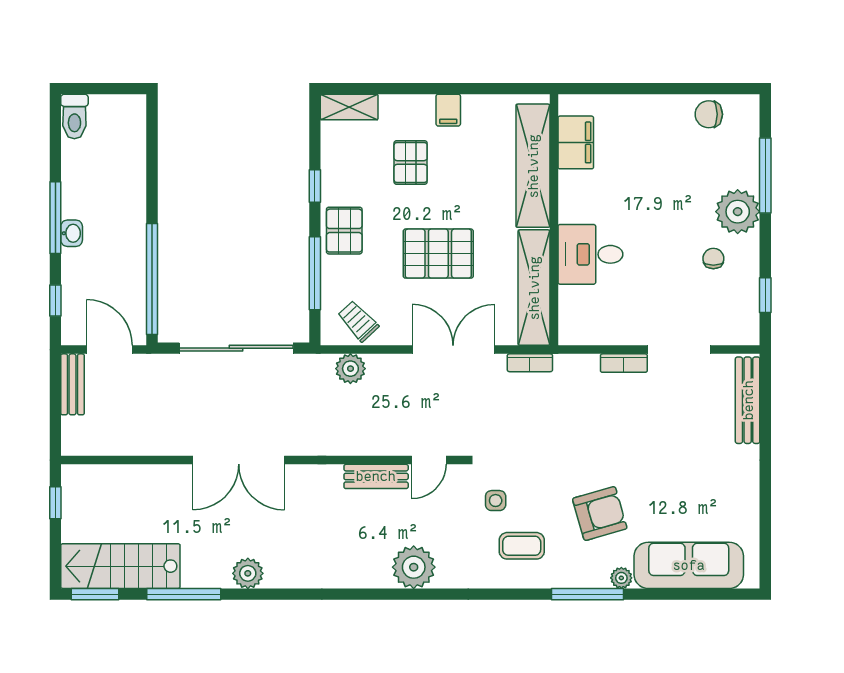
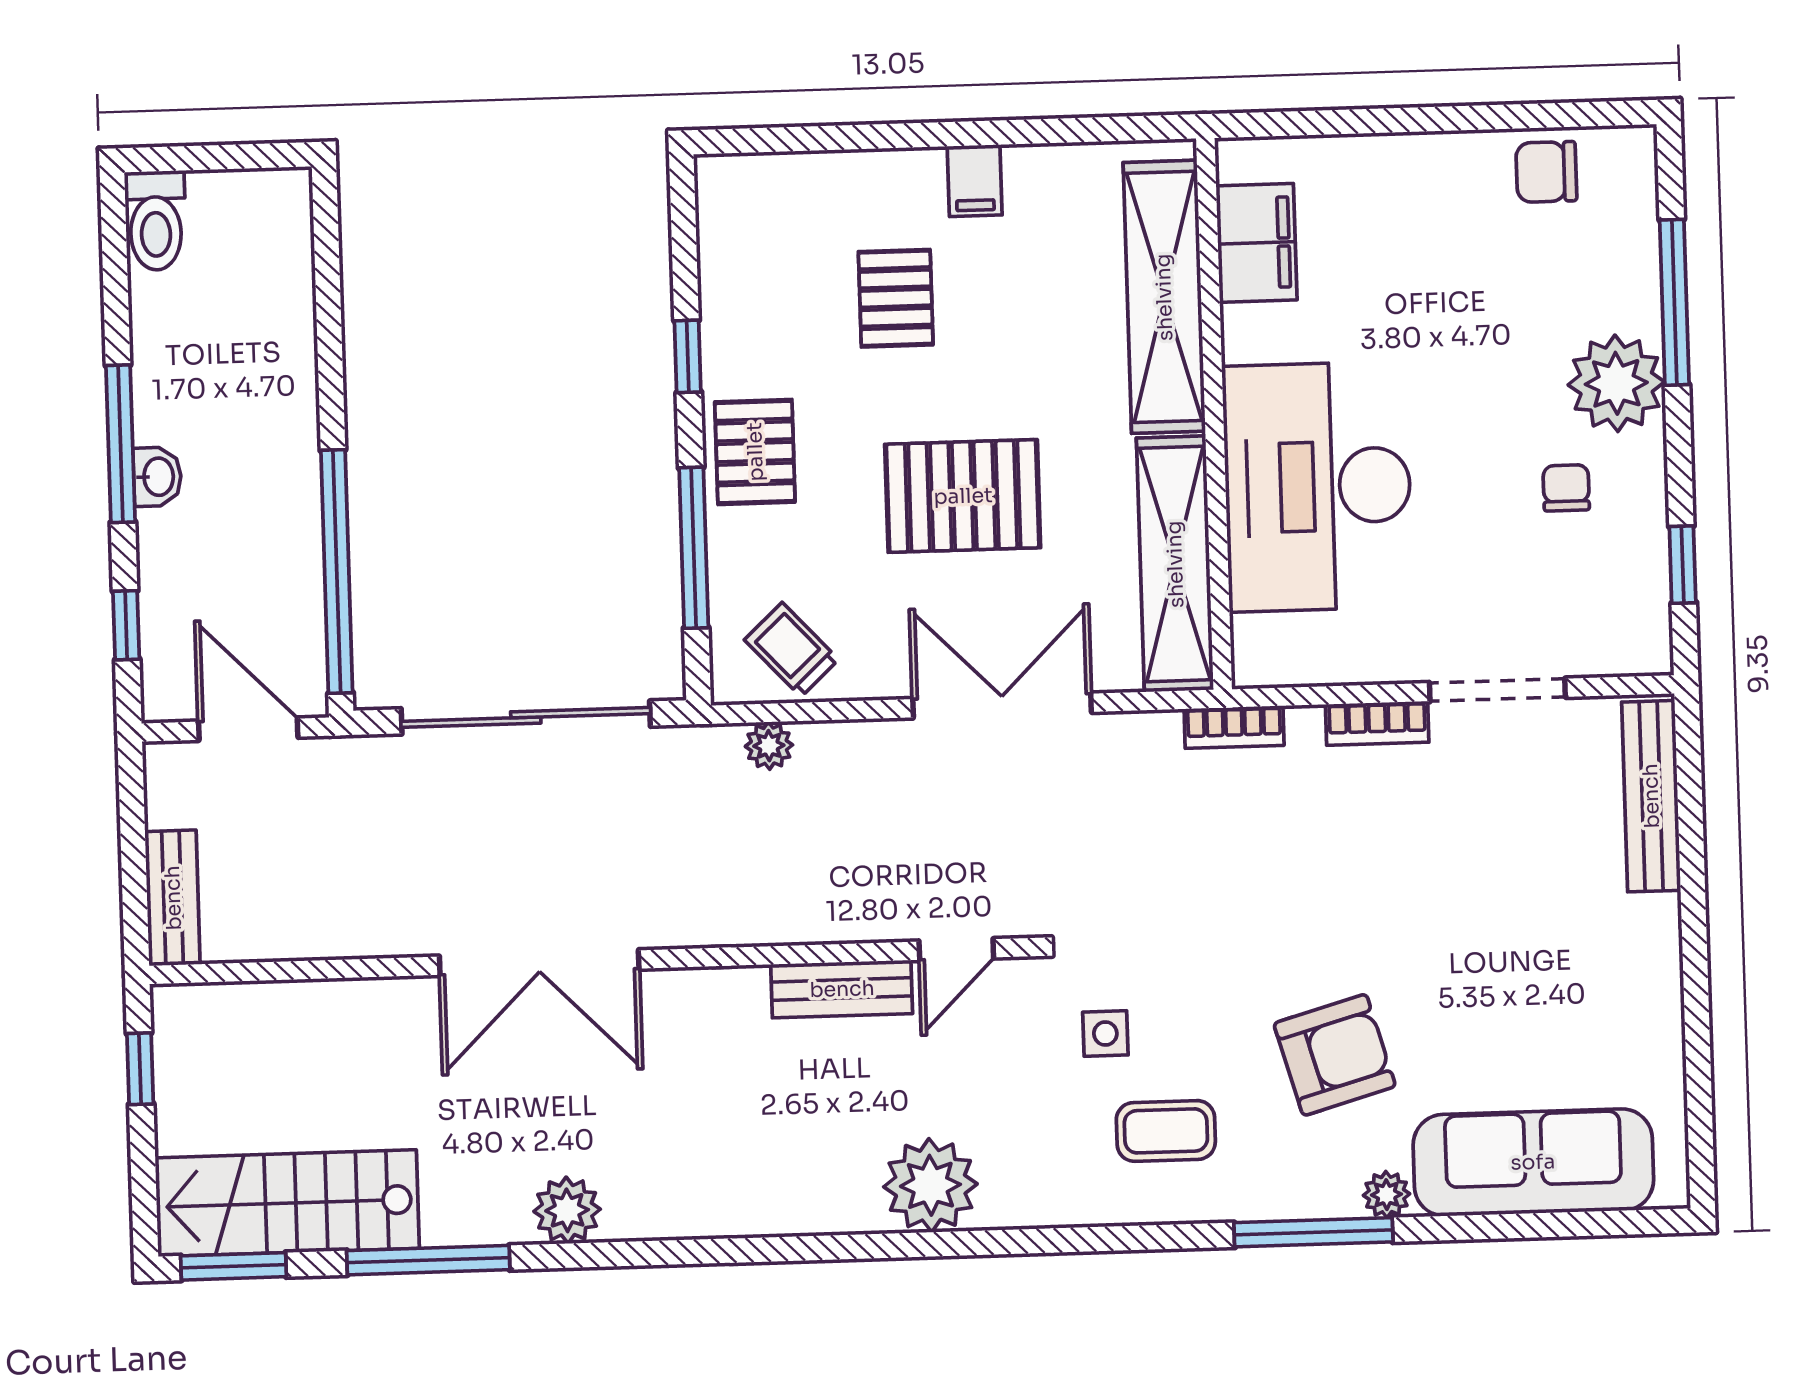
shelving: (349, 107) -> (757, 181), removed
desk: (590, 254) -> (1318, 486), width x1.87, depth x1.30
bookcase: (530, 363) -> (1234, 727), moved
plant: (350, 369) -> (769, 746), width x0.73, depth x0.73
bench: (72, 384) -> (173, 898), moved

